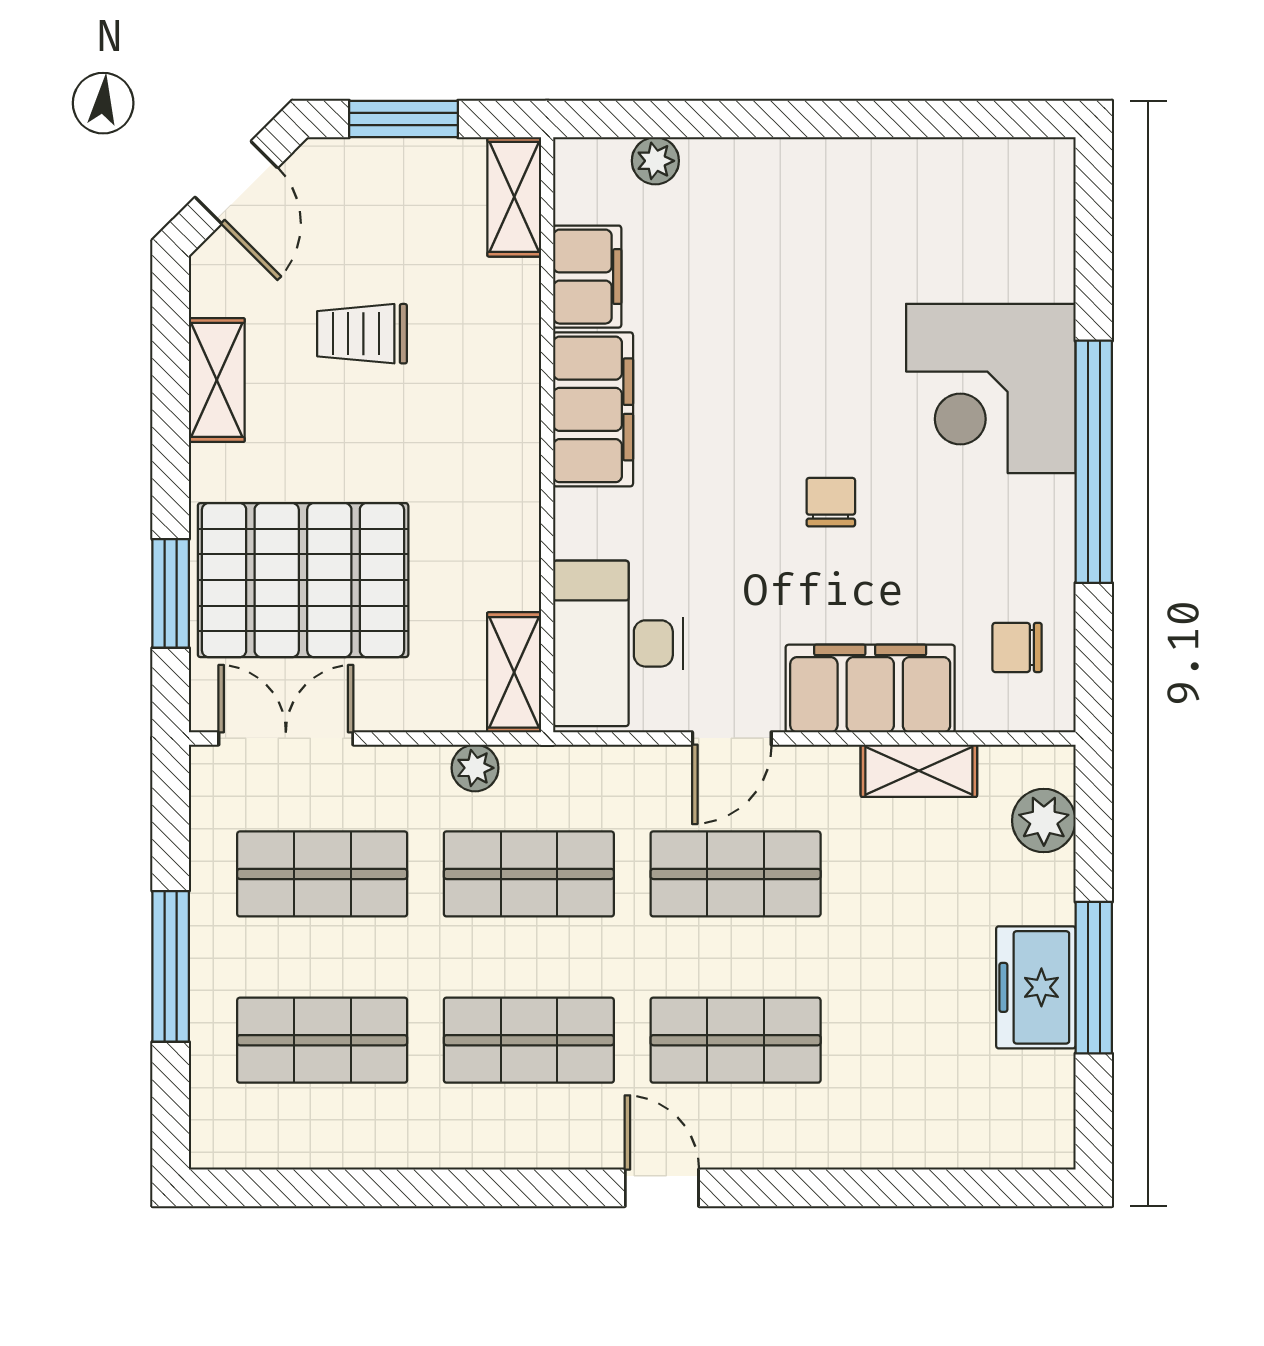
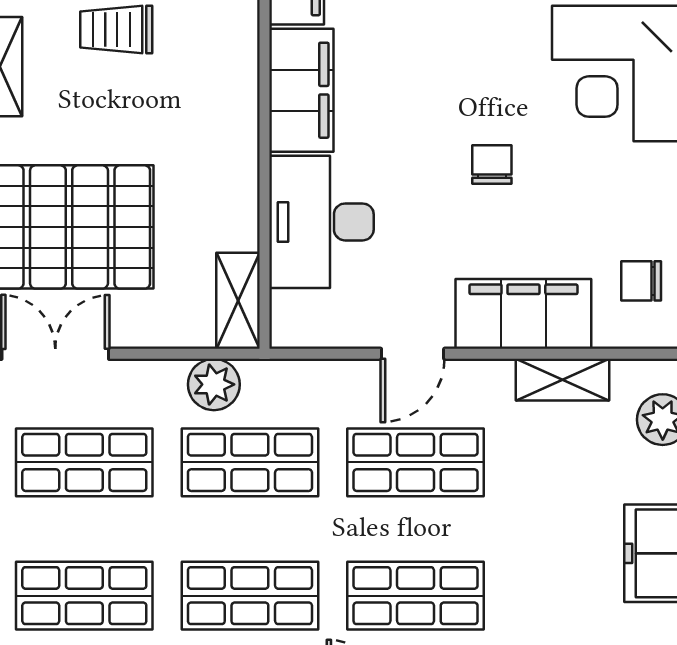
desk: (618, 643) -> (322, 222), moved
plant: (475, 768) -> (214, 384), width x1.38, depth x1.38

